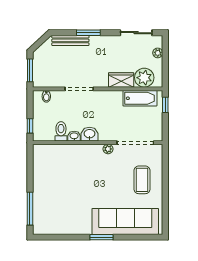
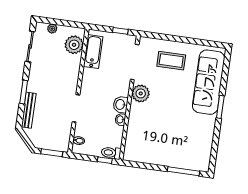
wardrobe: (121, 80) -> (73, 67), removed
window: (165, 105) -> (120, 31), moved
toilet: (61, 131) -> (111, 153), moved
plant: (108, 149) -> (141, 93), width x1.88, depth x1.88

